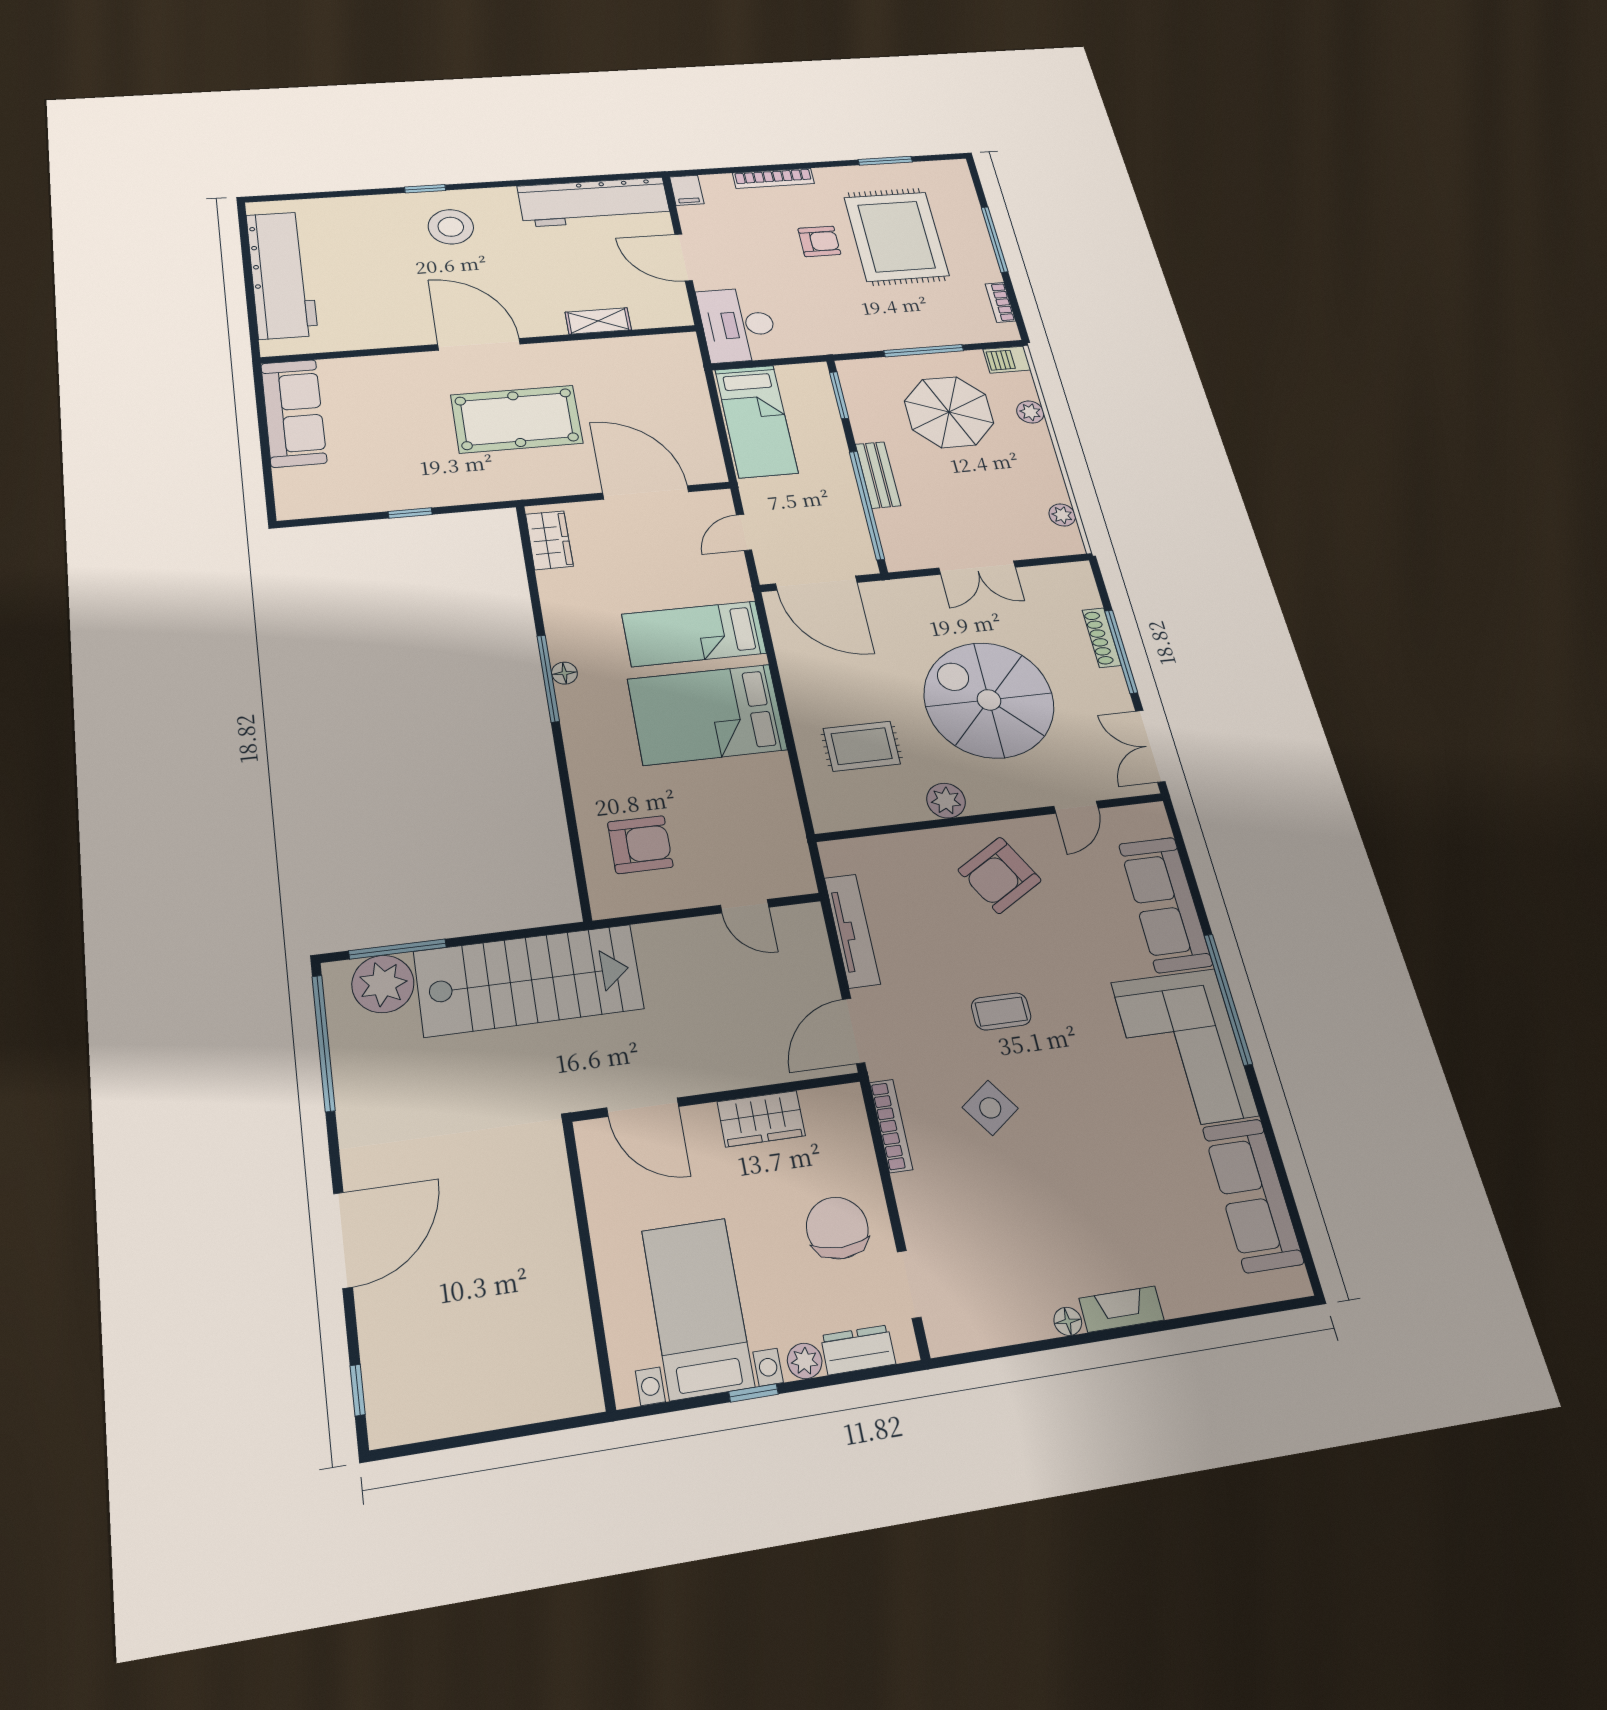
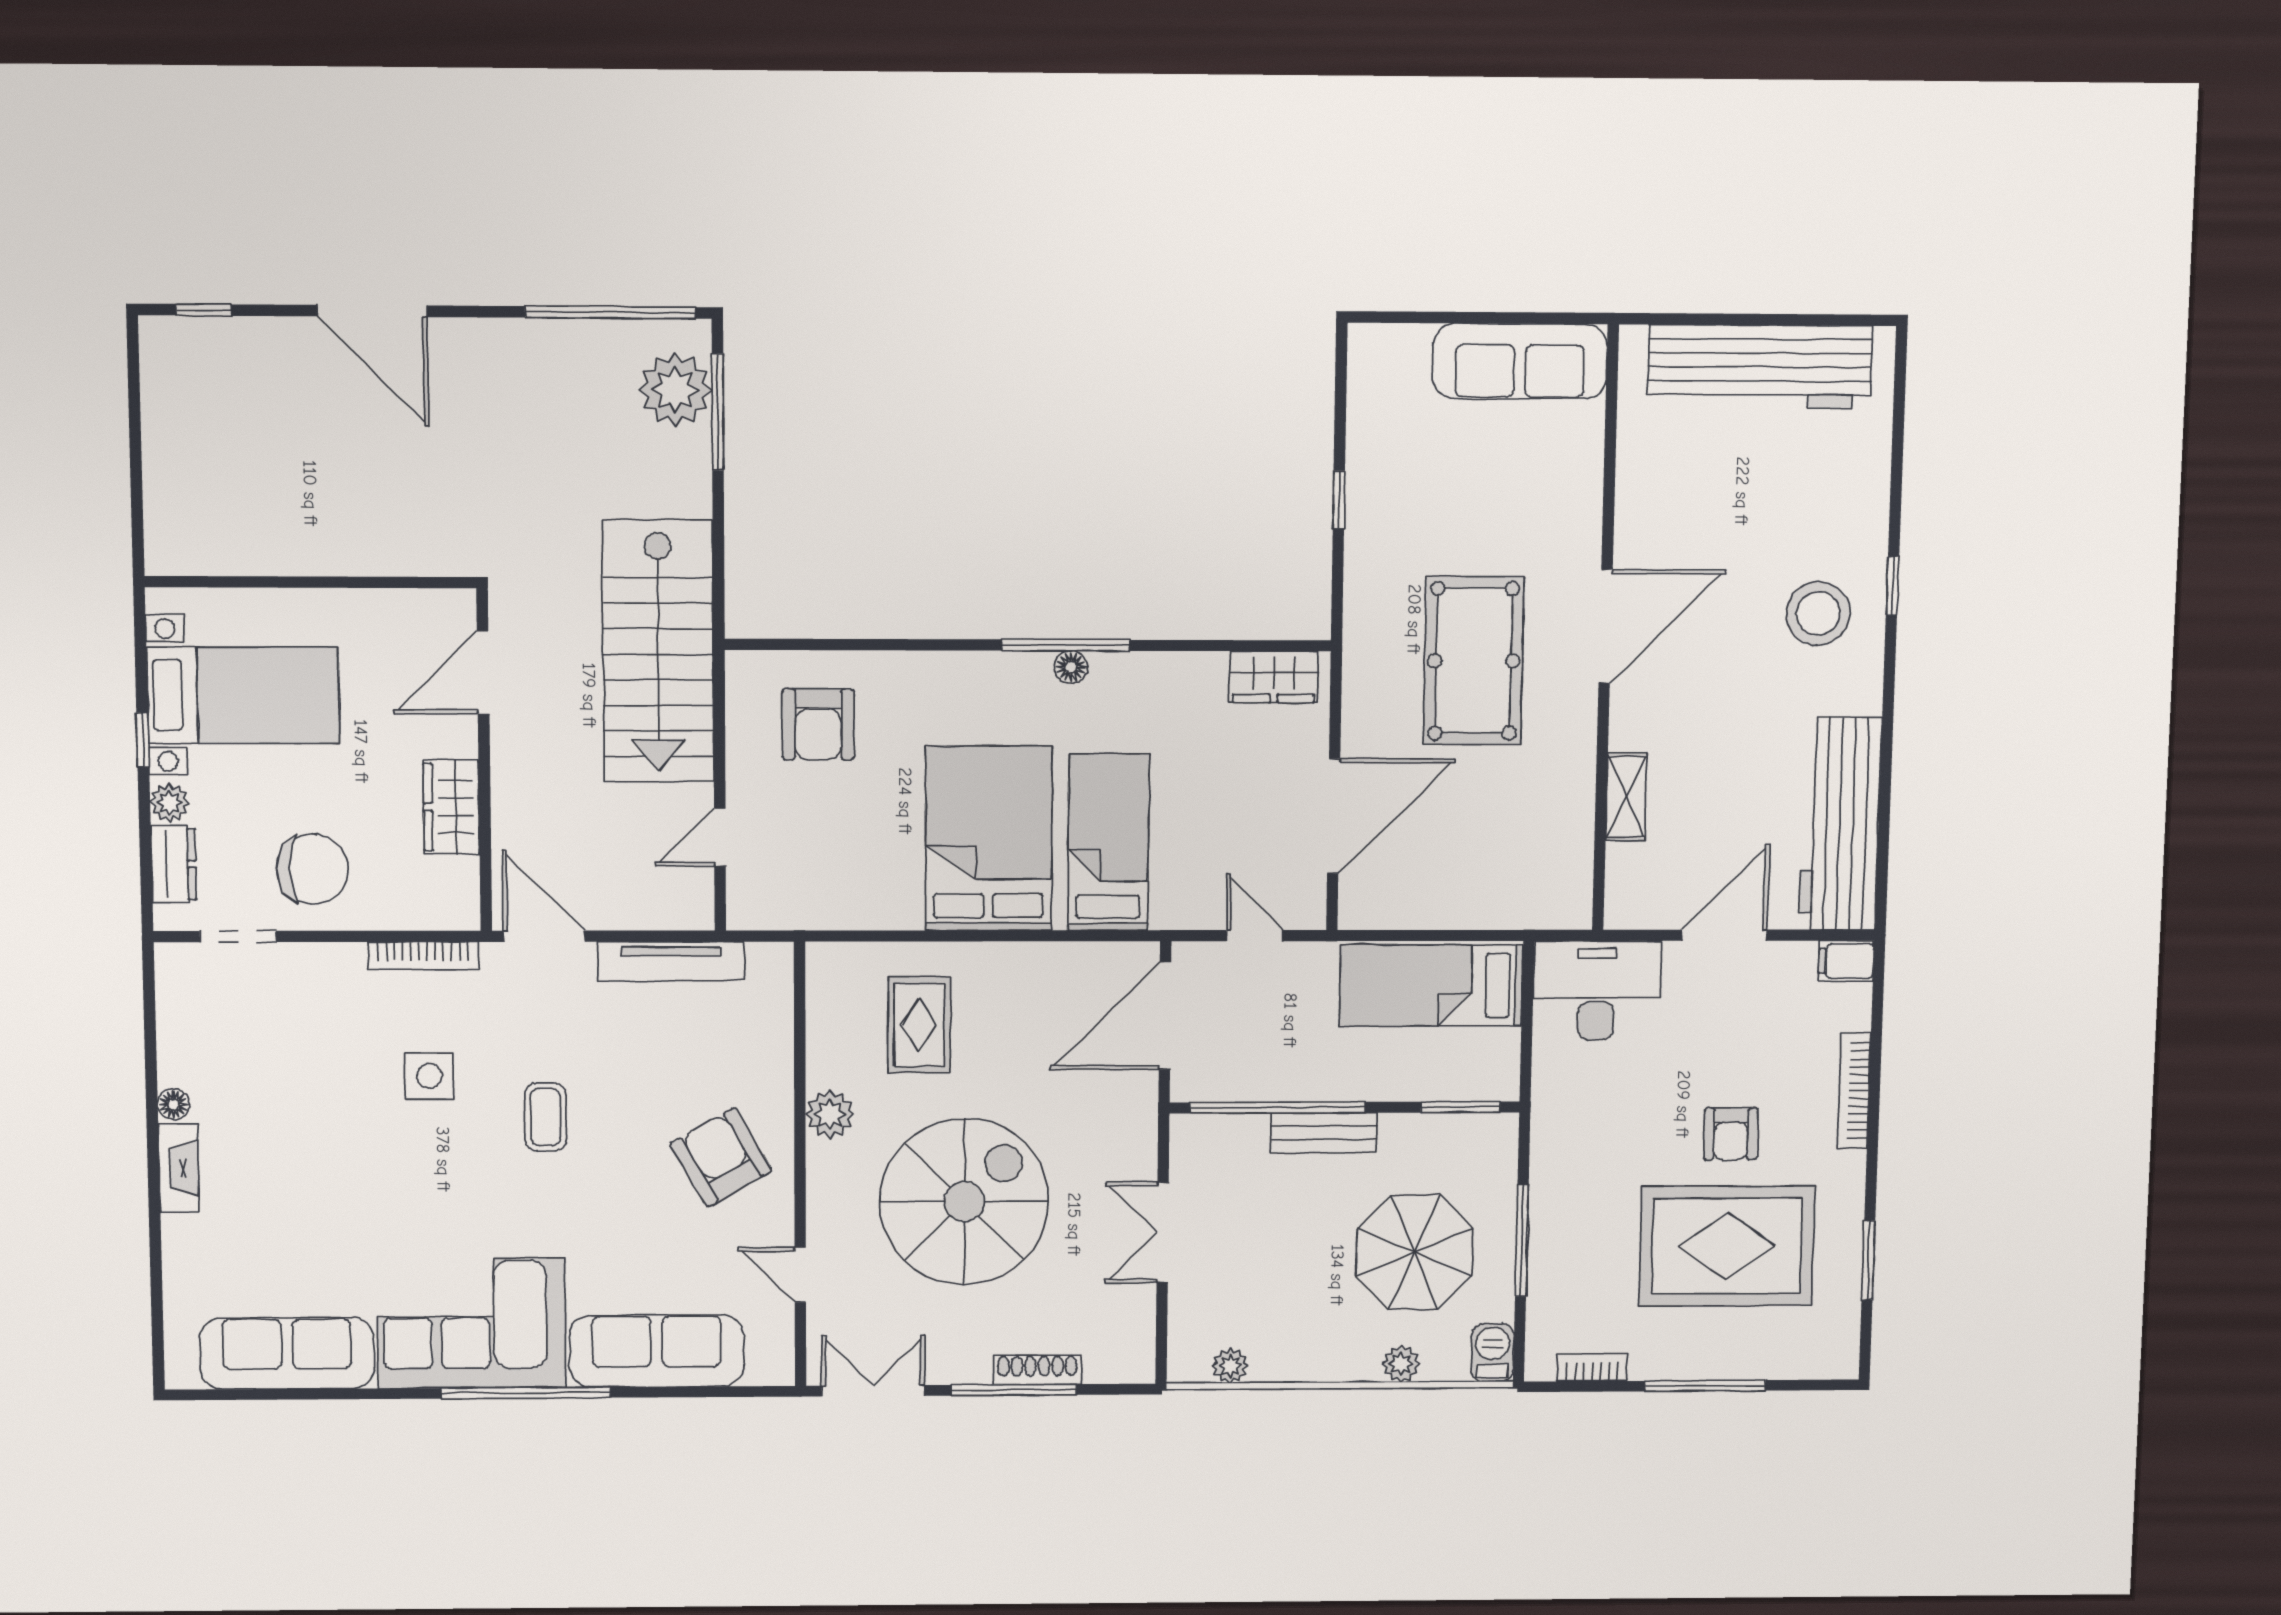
stairs: (529, 980) -> (658, 651), moved
side table: (990, 1108) -> (429, 1076), turned 36

